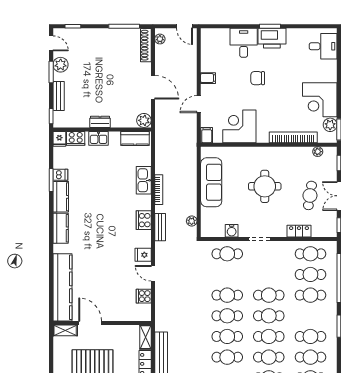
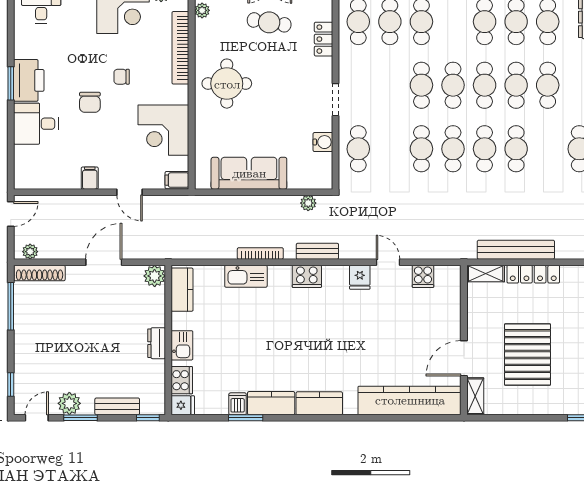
chair: (274, 99) -> (122, 77), added
round table: (265, 186) -> (227, 84), moved
door: (153, 273) -> (388, 262), swing flipped

